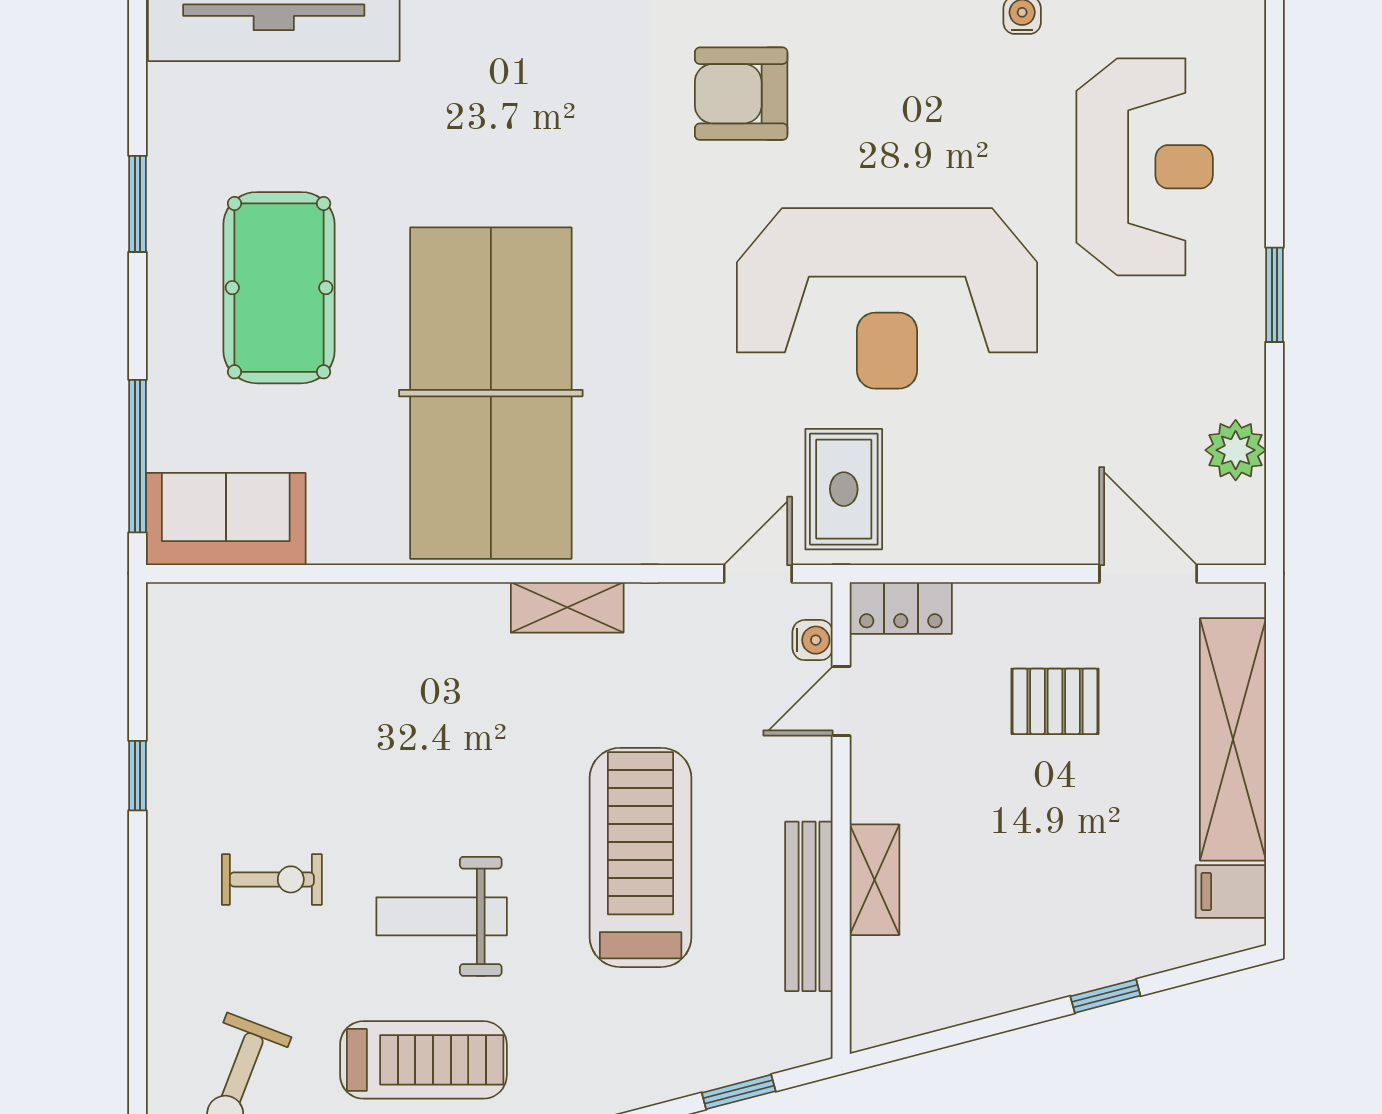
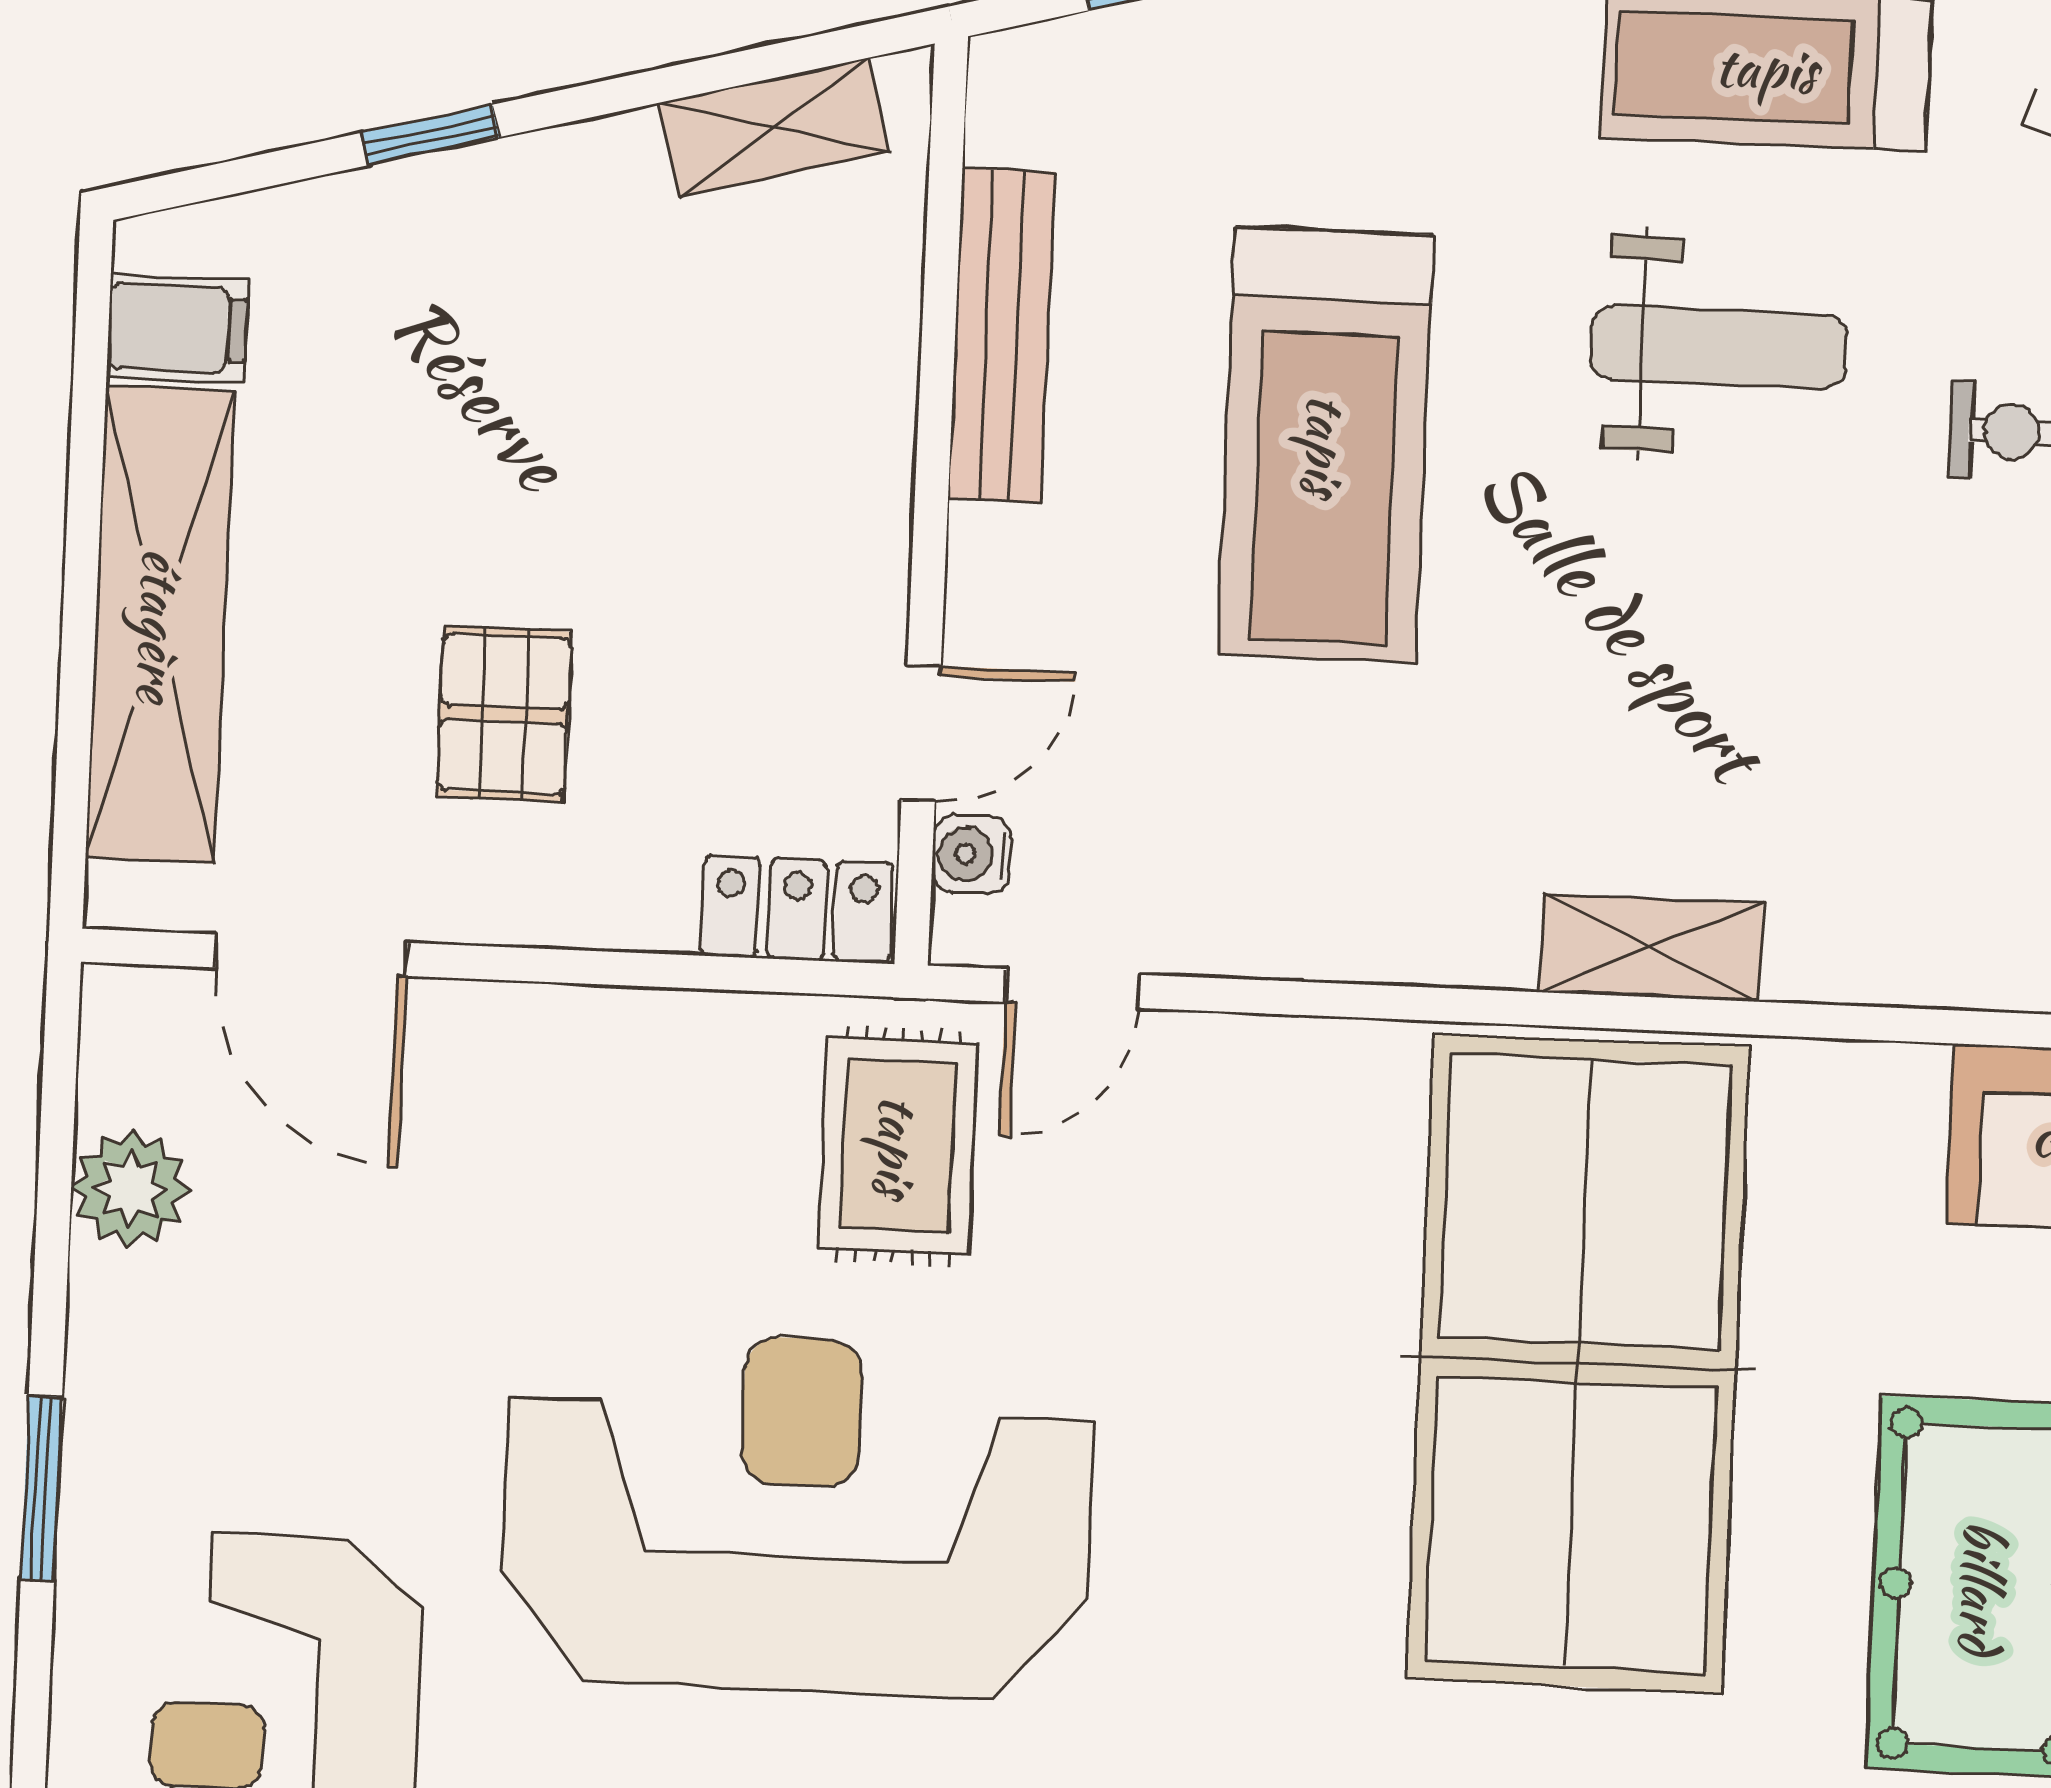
shelving: (567, 607) -> (1651, 948), moved
pallet: (1055, 701) -> (504, 714), turned 90
shelving: (874, 880) -> (774, 128), moved, turned 75

